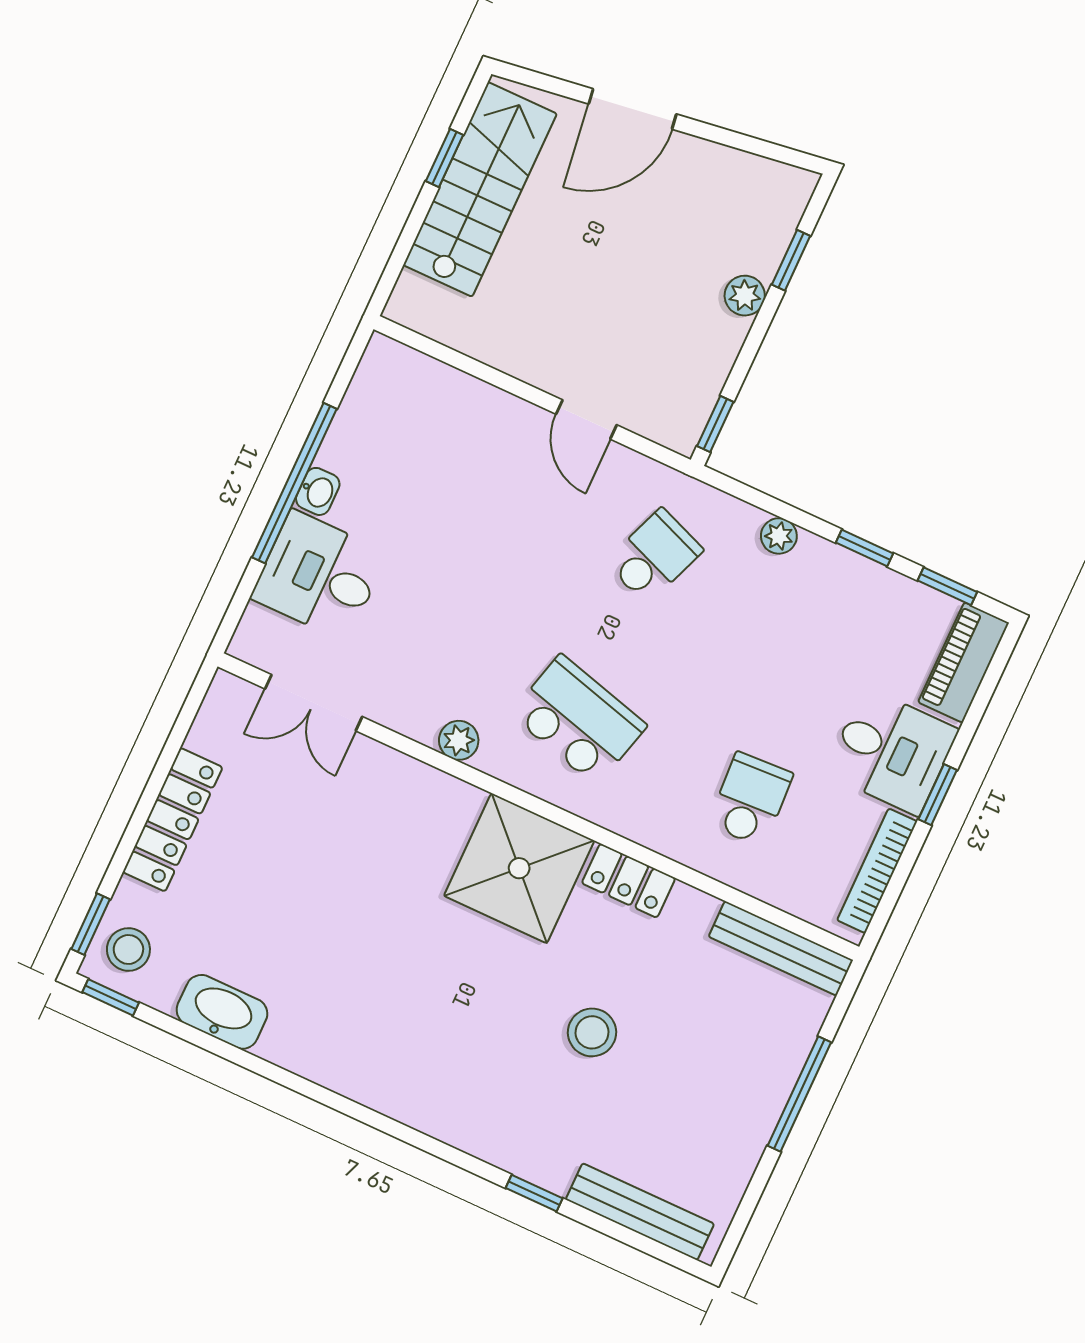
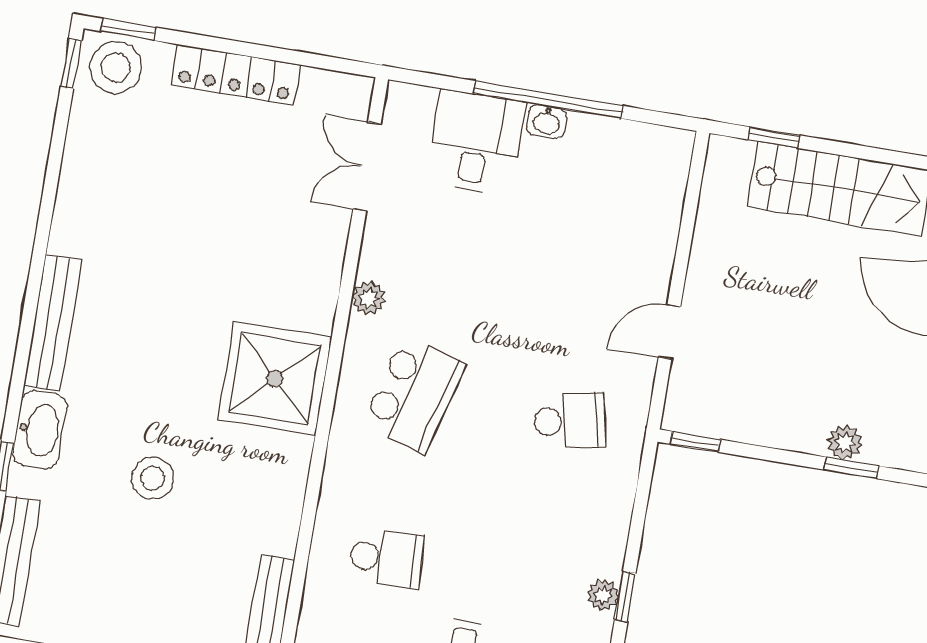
window: (445, 158) -> (774, 137), moved
plant: (745, 296) -> (845, 443), moved
plant: (779, 536) -> (603, 595), moved
school desk: (654, 556) -> (570, 421), turned -33
locker: (629, 881) -> (289, 474), removed
stool: (128, 950) -> (116, 67), width x1.38, depth x1.38
washbasin: (222, 1012) -> (40, 430), moved
bench: (391, 1095) -> (53, 323), added

